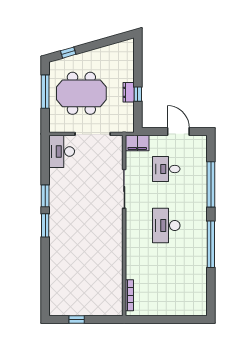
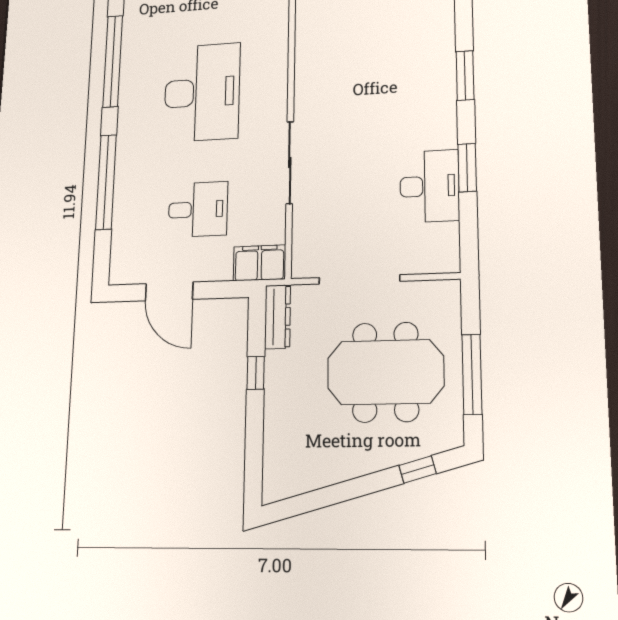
dresser: (129, 92) -> (278, 317), moved, width x1.44
desk: (62, 151) -> (430, 186), moved
window: (45, 196) -> (467, 168), moved
desk: (166, 225) -> (202, 92), width x1.36, depth x1.30

